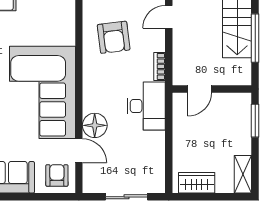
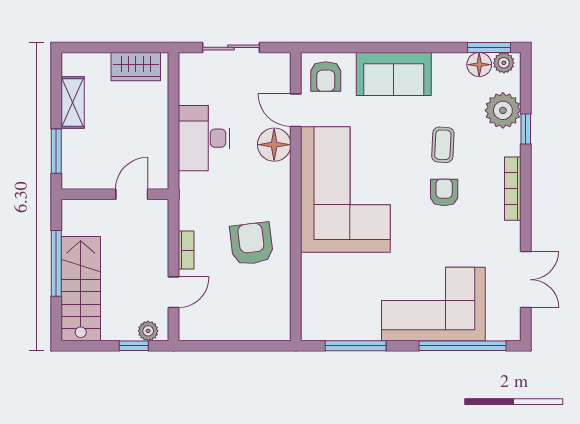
armchair: (114, 37) -> (252, 244), moved
bookcase: (160, 66) -> (186, 250), moved
desk: (146, 106) -> (204, 138), moved
shelving: (243, 174) -> (73, 103), moved

